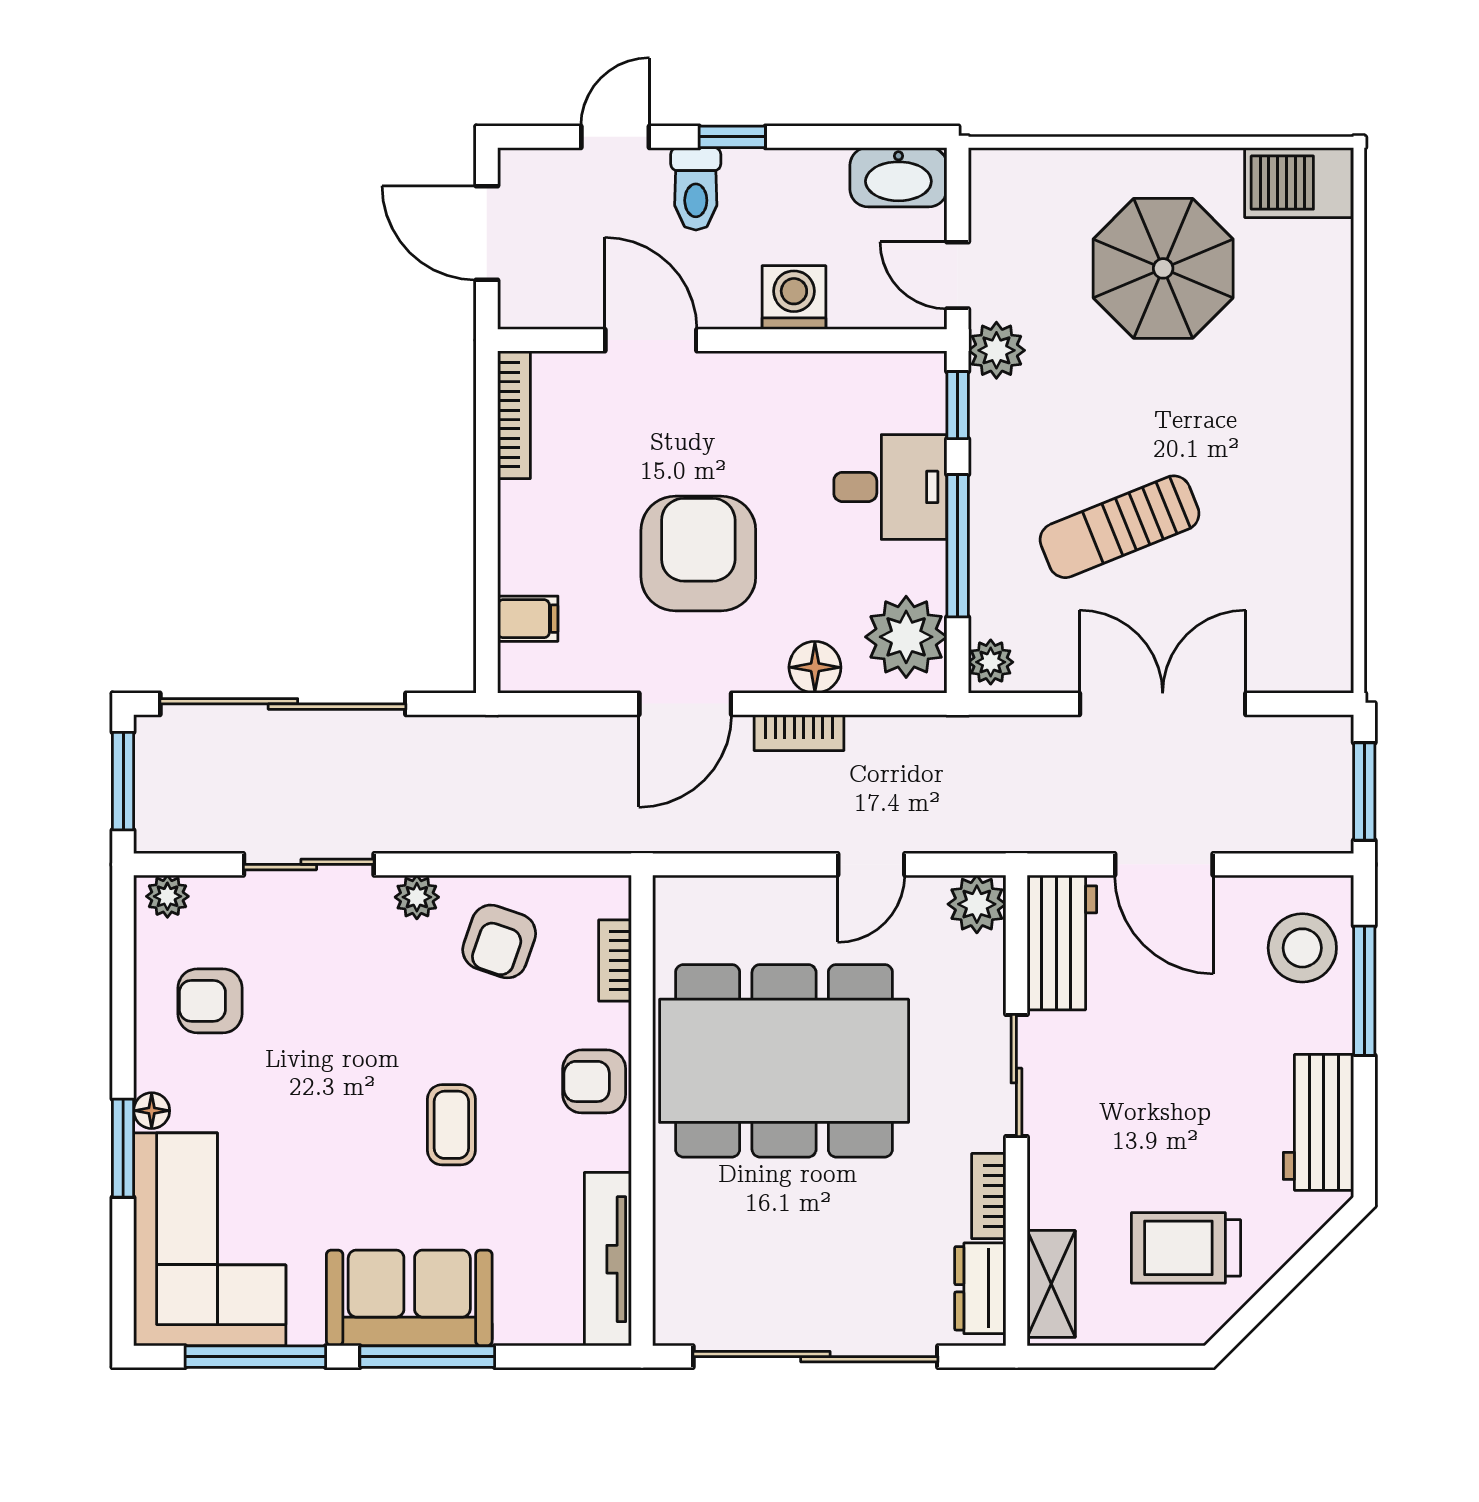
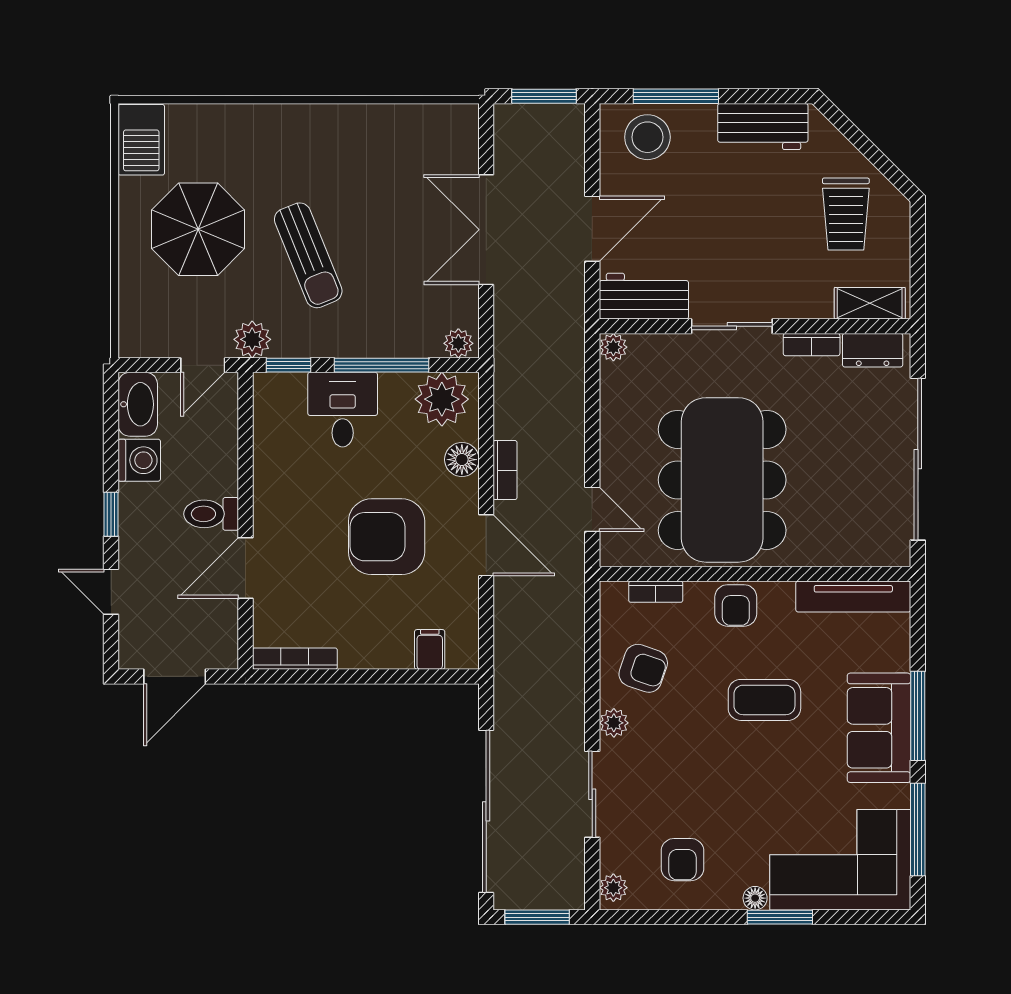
toilet: (696, 189) -> (211, 514), moved, turned 180
washing machine: (794, 298) -> (139, 460), moved, turned 180
sun lounger: (1120, 527) -> (308, 255), moved
door: (871, 864) -> (592, 509), moved
plant: (977, 904) -> (613, 347), width x0.73, depth x0.73
coffee table: (451, 1125) -> (764, 700), width x1.36, depth x1.30

